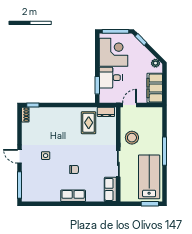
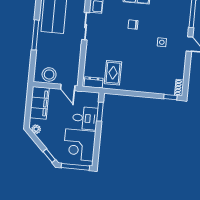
door: (130, 105) -> (68, 87), hinge flipped
stool: (132, 138) -> (49, 74), moved

